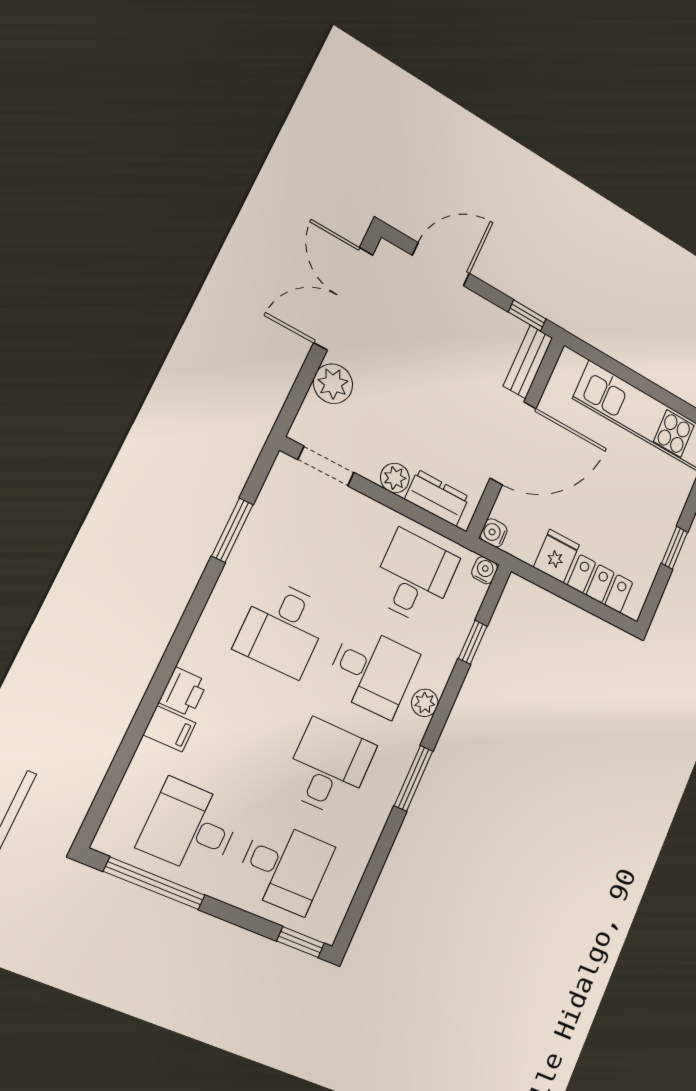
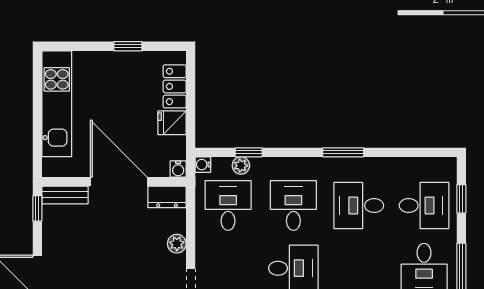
dresser: (437, 498) -> (167, 197), moved, turned -90
desk: (414, 577) -> (228, 206), turned 90
plant: (425, 703) -> (241, 166), moved
desk: (284, 867) -> (424, 206), turned 90
window: (301, 942) -> (461, 199), moved

